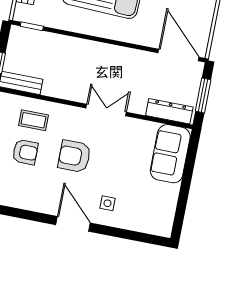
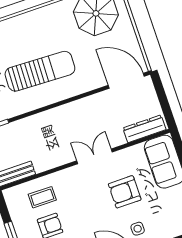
window: (203, 95) -> (164, 101), removed
armchair: (74, 156) -> (125, 192), moved

